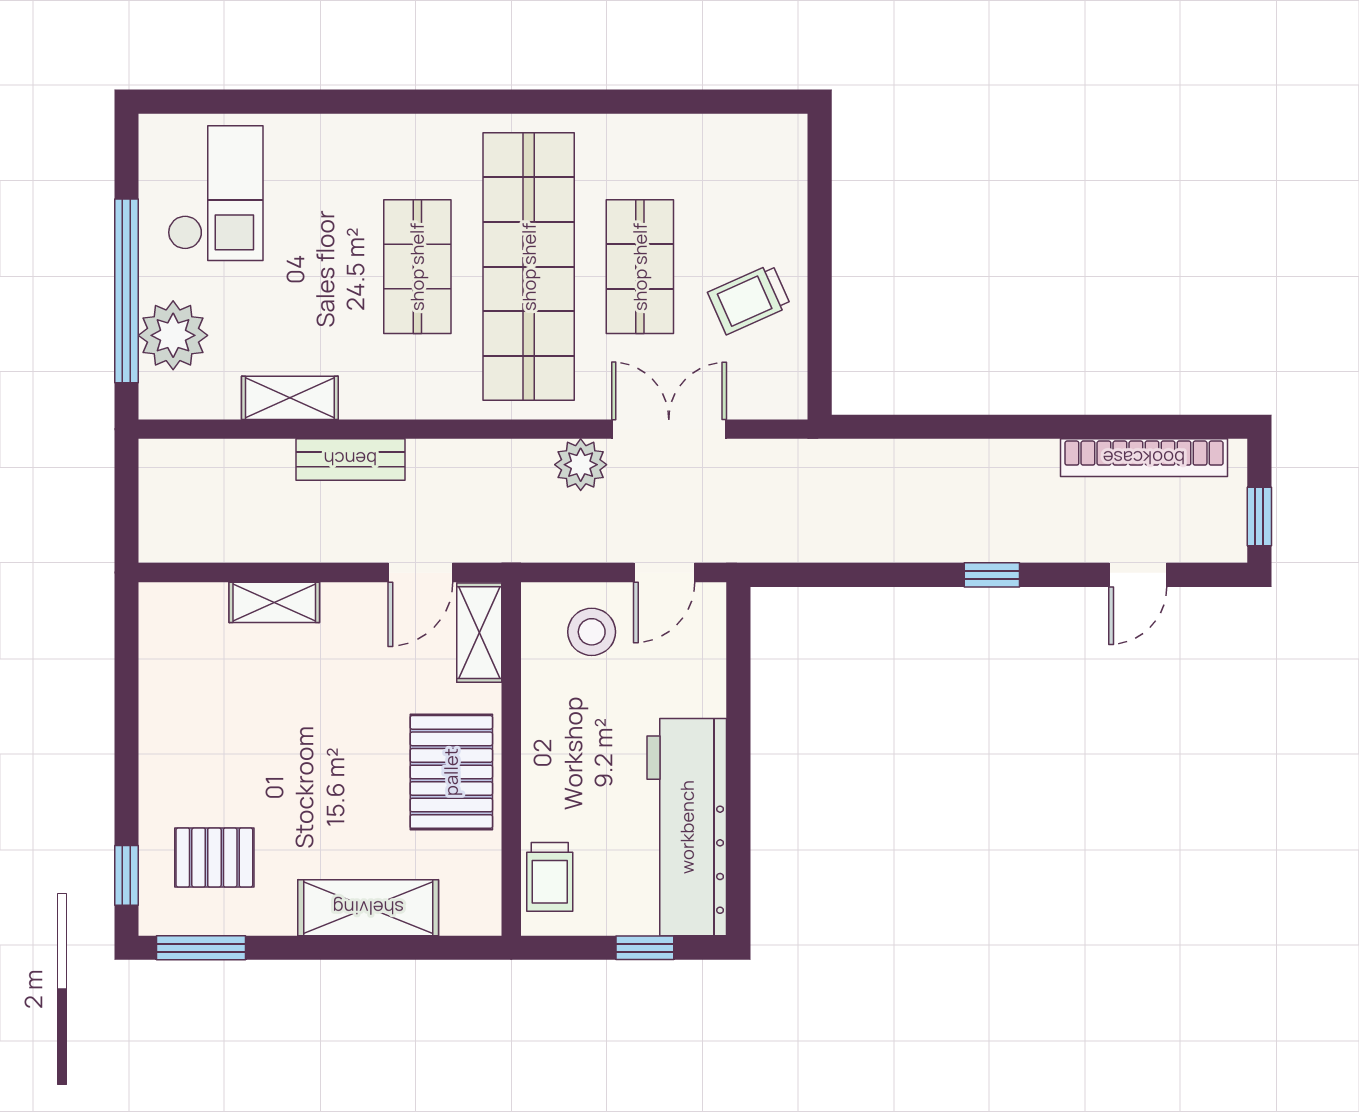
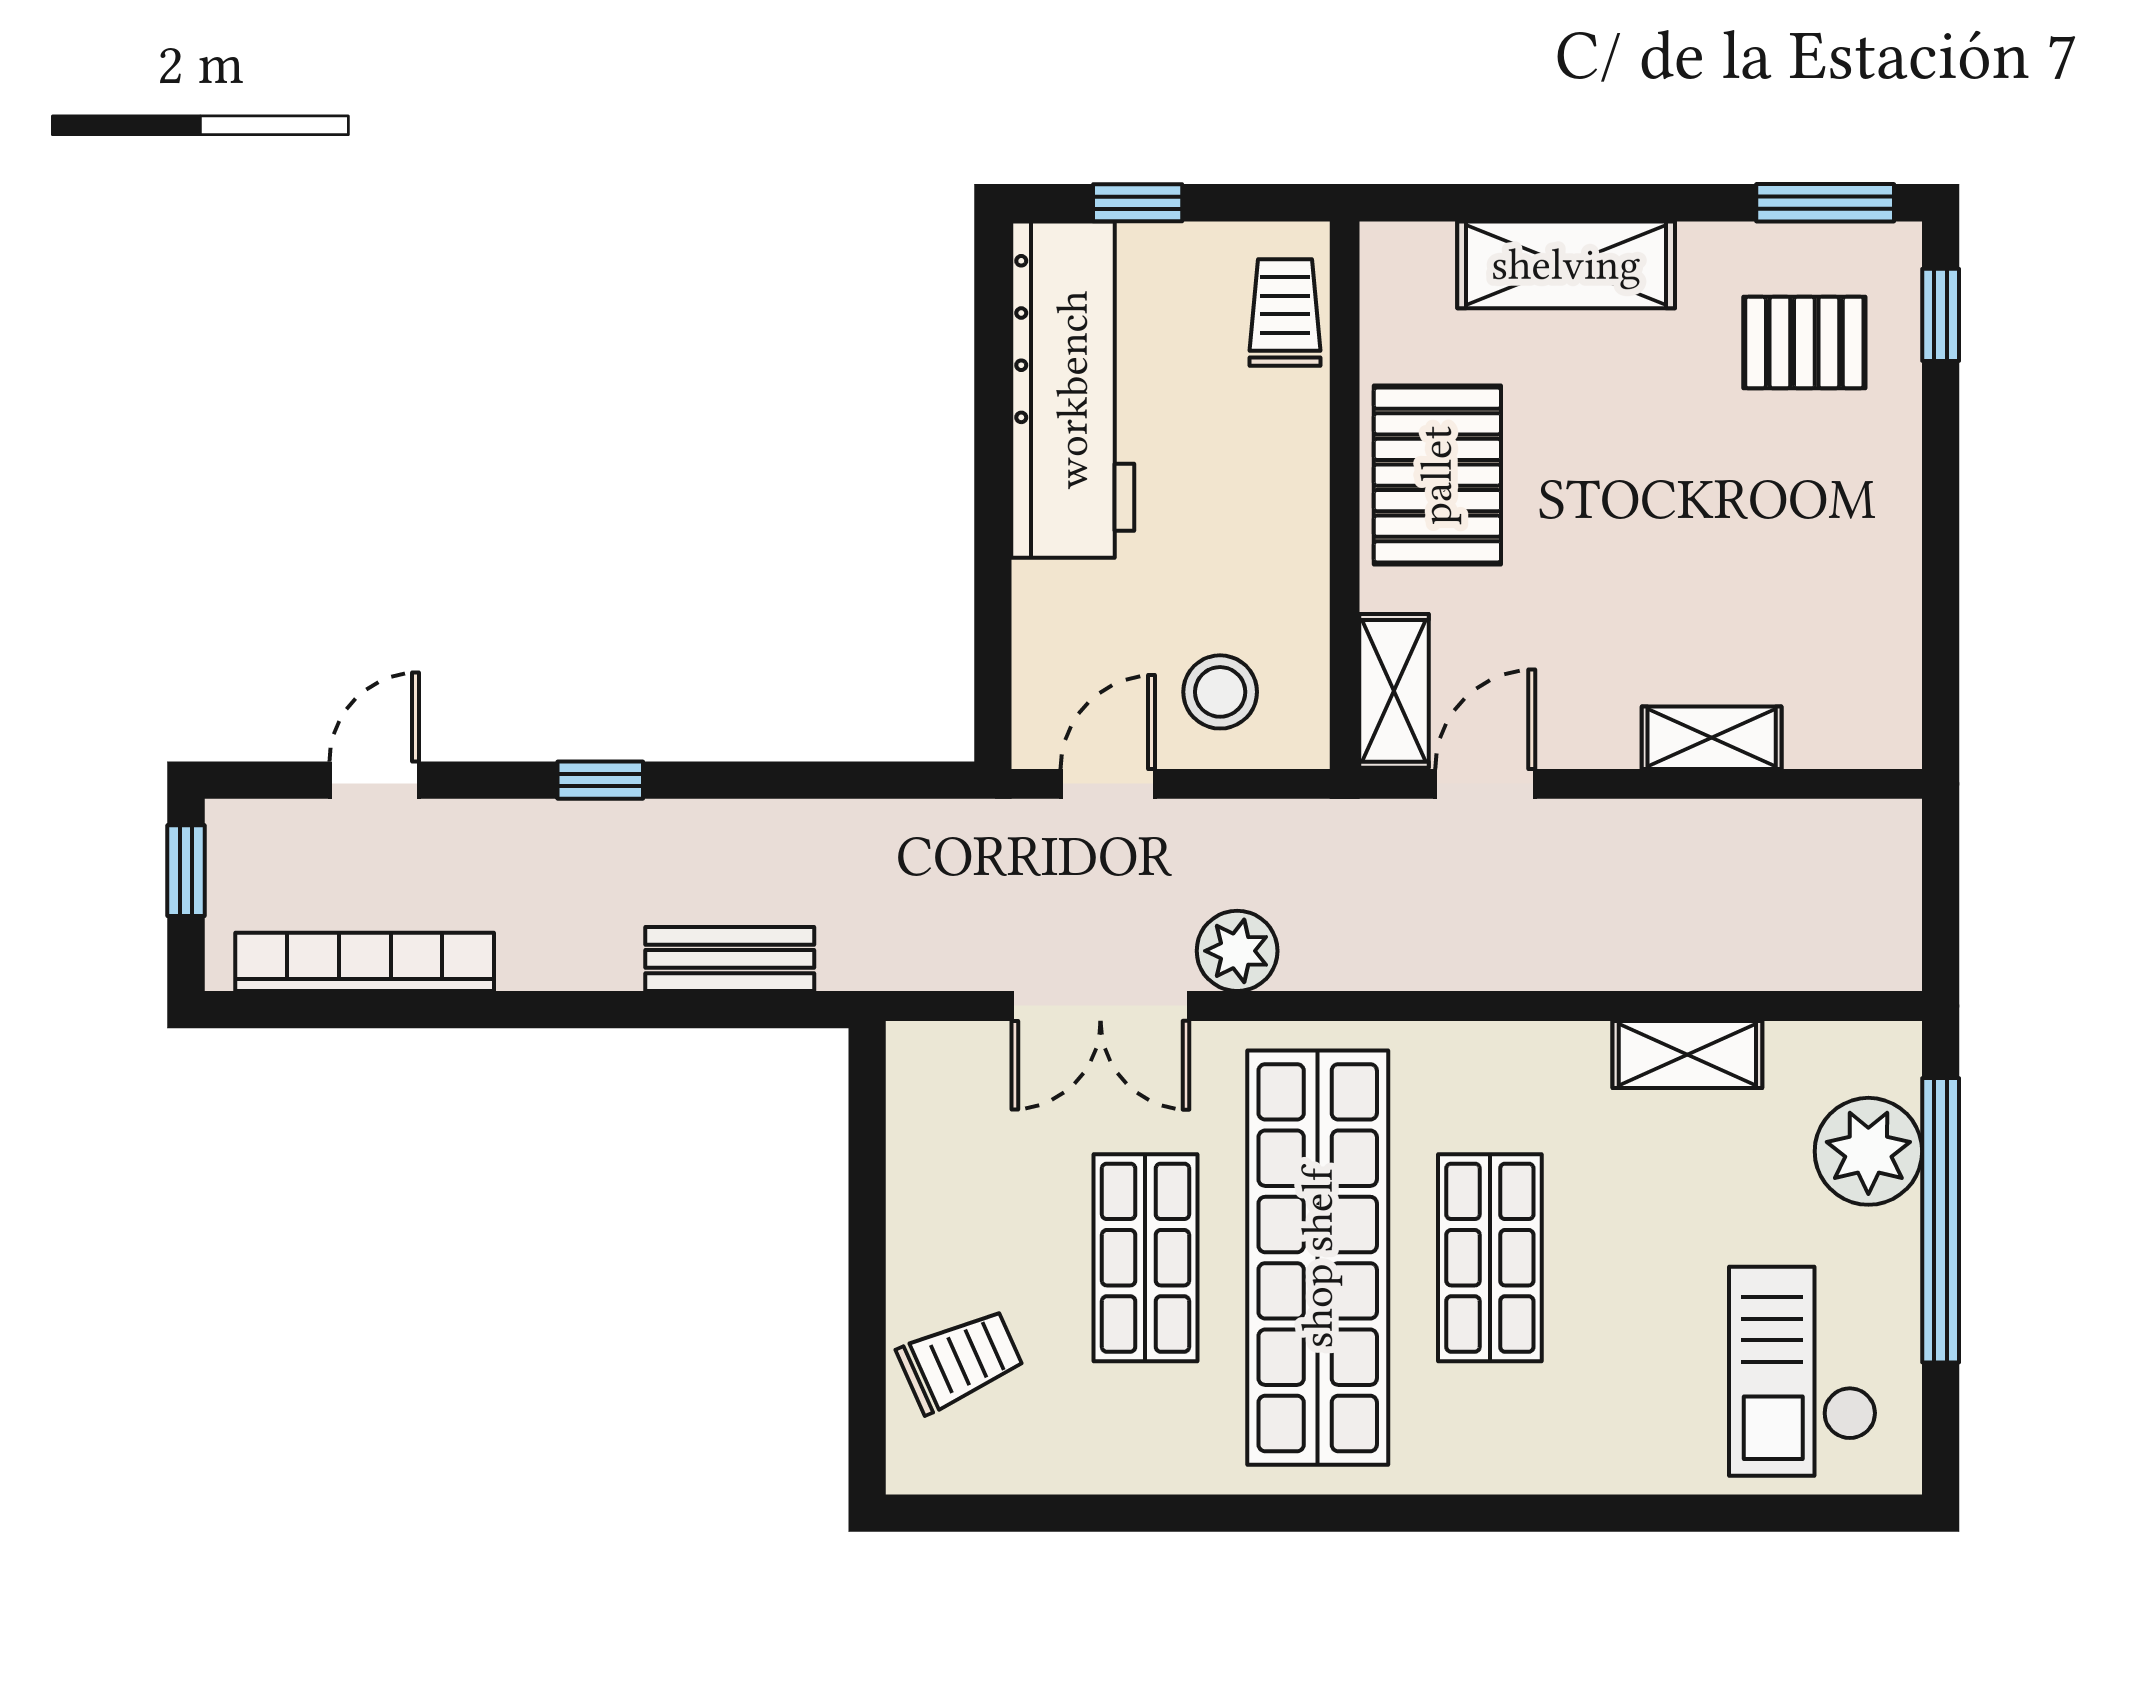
trolley: (749, 299) -> (960, 1361), moved
bench: (350, 459) -> (730, 959), moved

